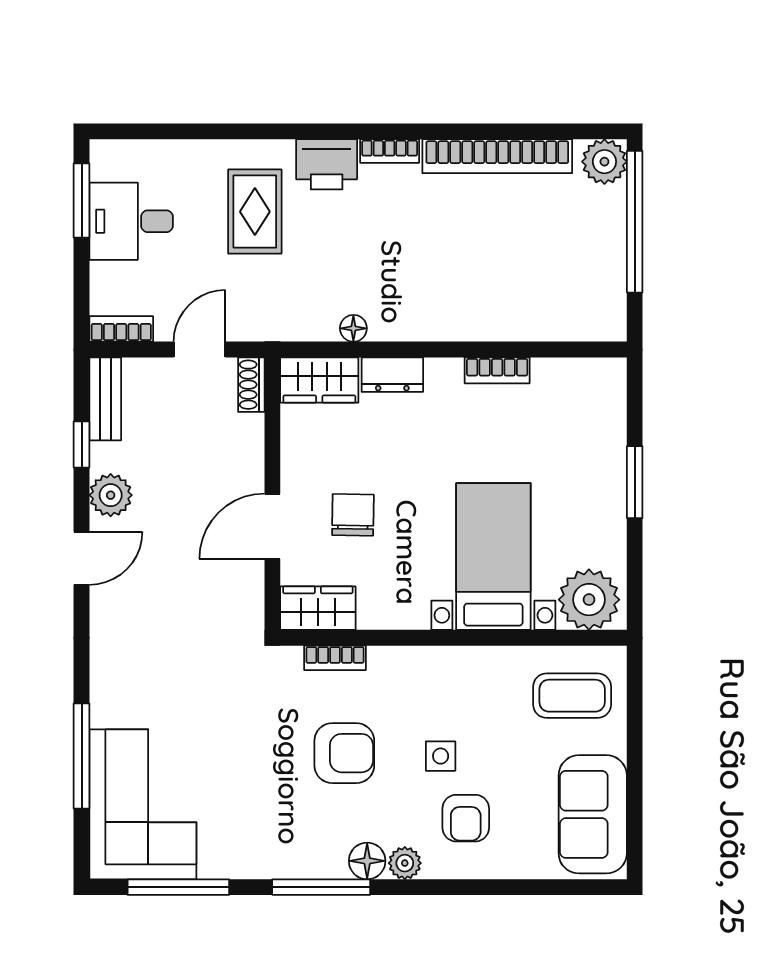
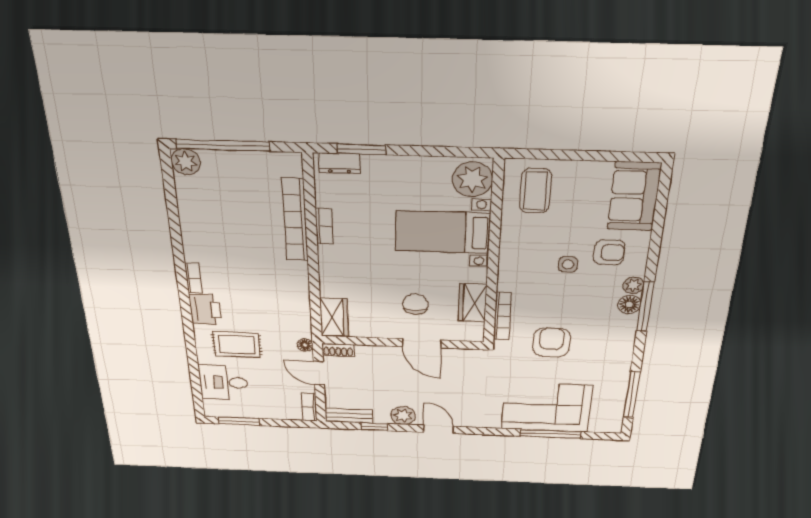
bookcase: (497, 156) -> (295, 220), moved, turned 180
desk: (131, 221) -> (224, 382), moved, turned 90
floor lamp: (353, 328) -> (305, 345), moved
dresser: (392, 375) -> (339, 163), moved, turned 90
window: (635, 482) -> (361, 149), moved
chair: (353, 515) -> (415, 304), turned 89
wardrobe: (318, 608) -> (472, 303), moved
bookcase: (335, 658) -> (502, 316), width x1.56
armchair: (344, 753) -> (552, 342), moved
corner sofa: (143, 804) -> (547, 407), moved
sofa: (593, 814) -> (634, 196), moved, turned 90
window: (321, 887) -> (645, 307), moved

